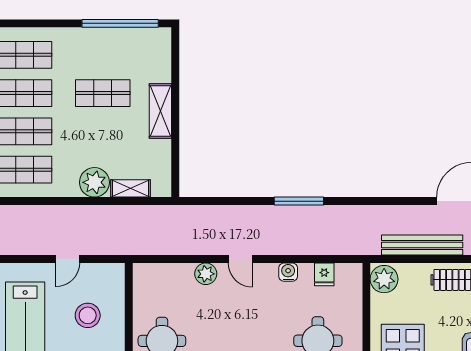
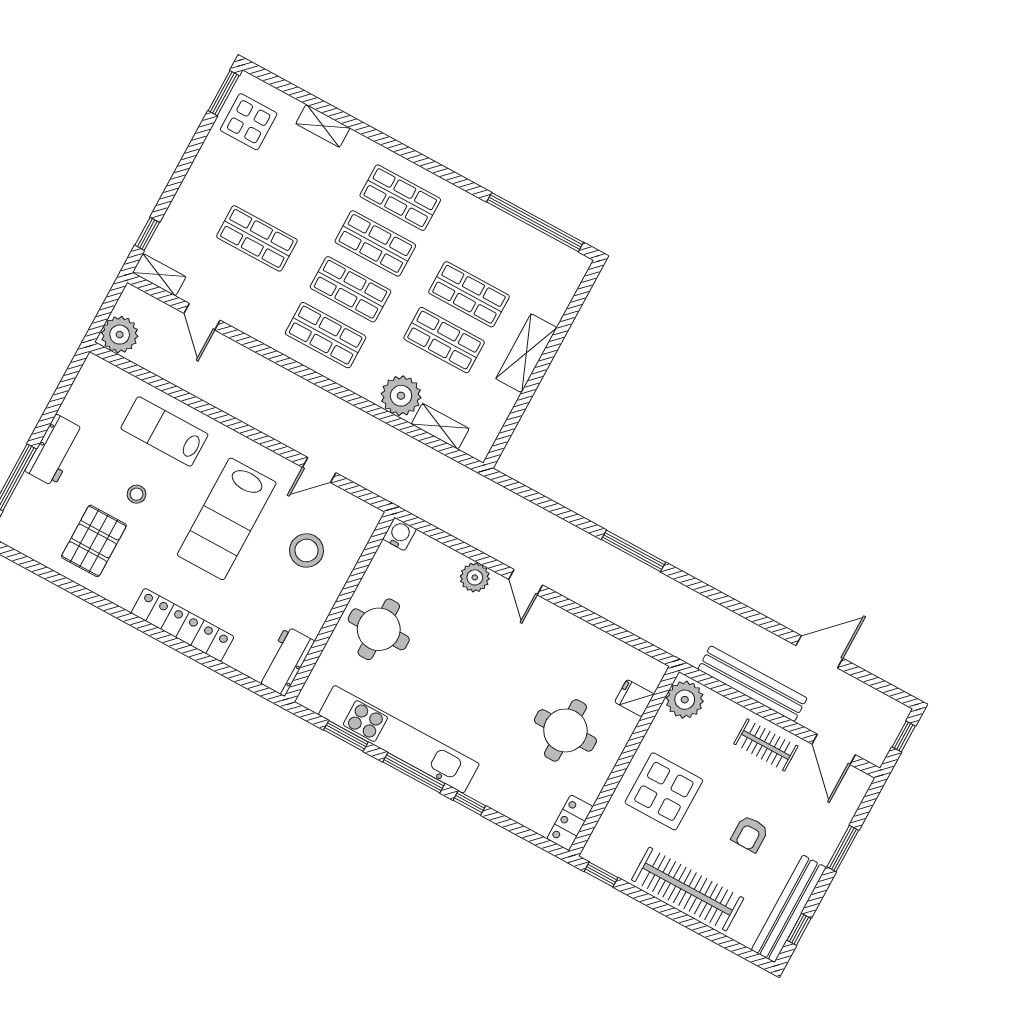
shop shelf: (103, 131) -> (444, 340), added
water cooler: (288, 272) -> (400, 534), moved
fridge: (324, 274) -> (634, 698), moved, turned 90

